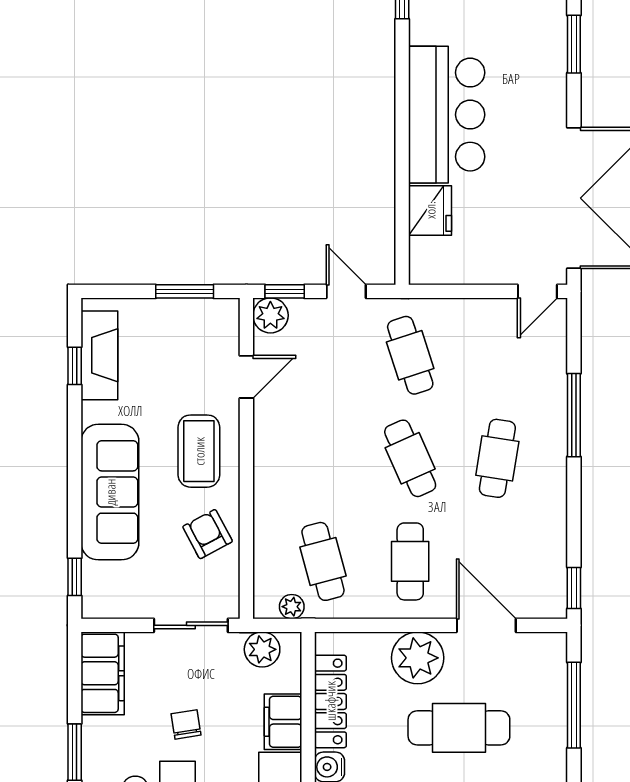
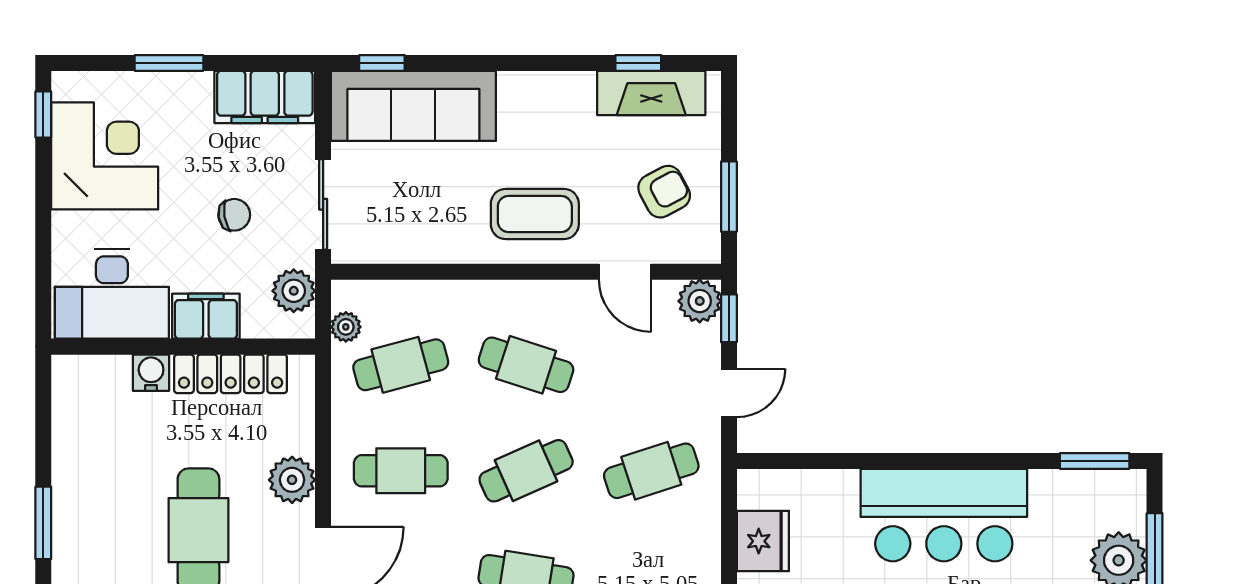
fridge: (430, 210) -> (763, 541), moved, turned -90
cafe table: (323, 458) -> (526, 365), added
sofa: (110, 492) -> (413, 106), moved
armchair: (208, 534) -> (664, 192), moved
plant: (418, 658) -> (292, 480), width x0.73, depth x0.73
chair: (186, 724) -> (234, 215), moved

